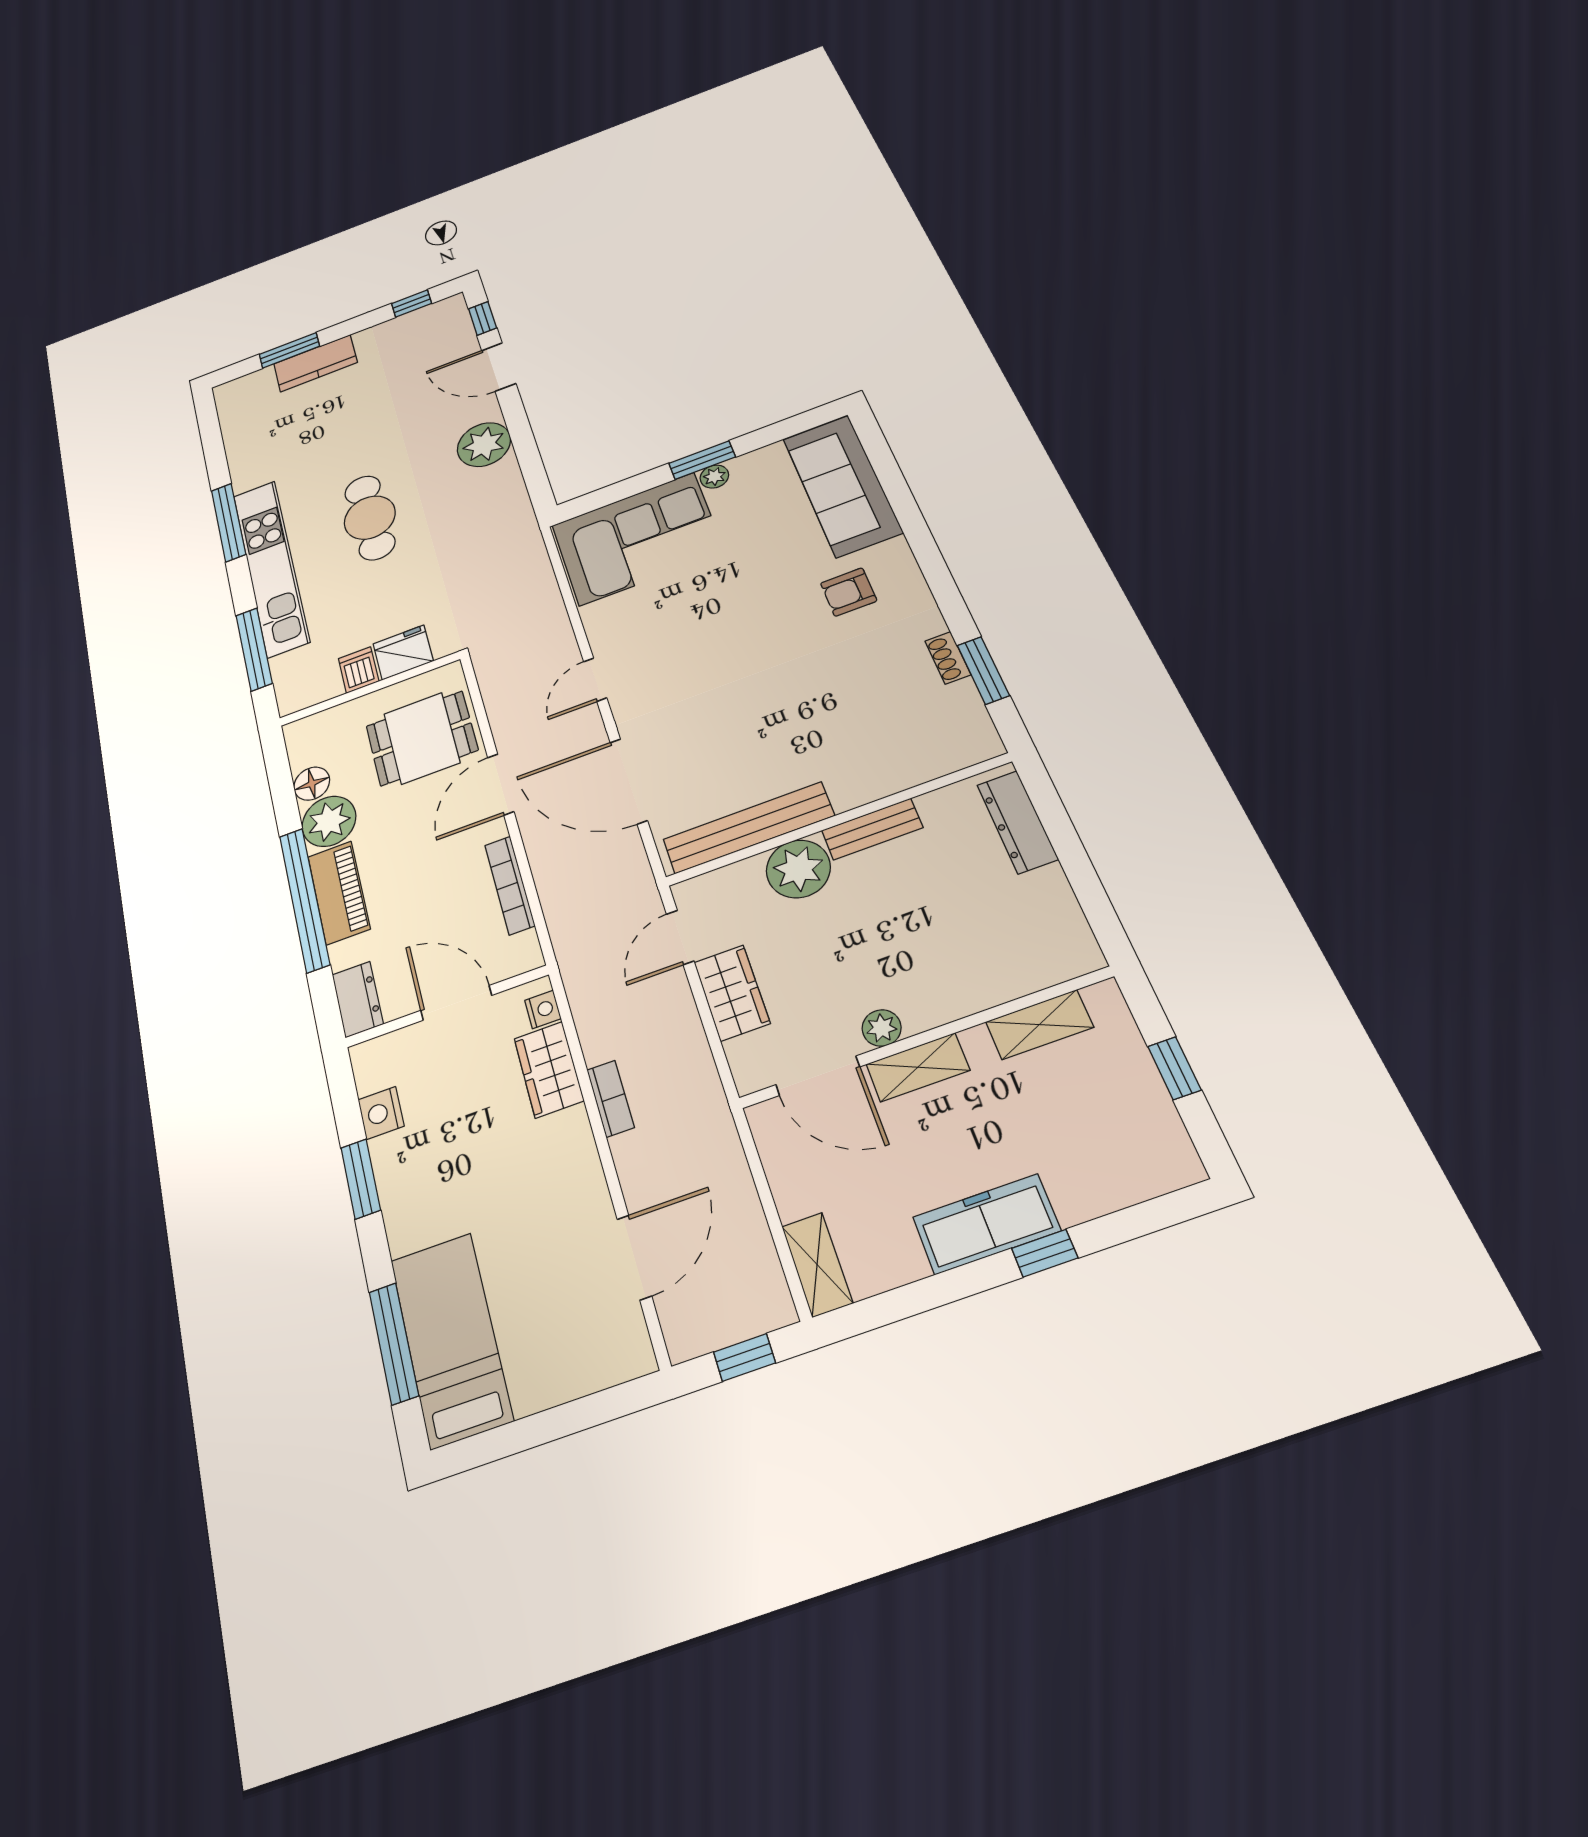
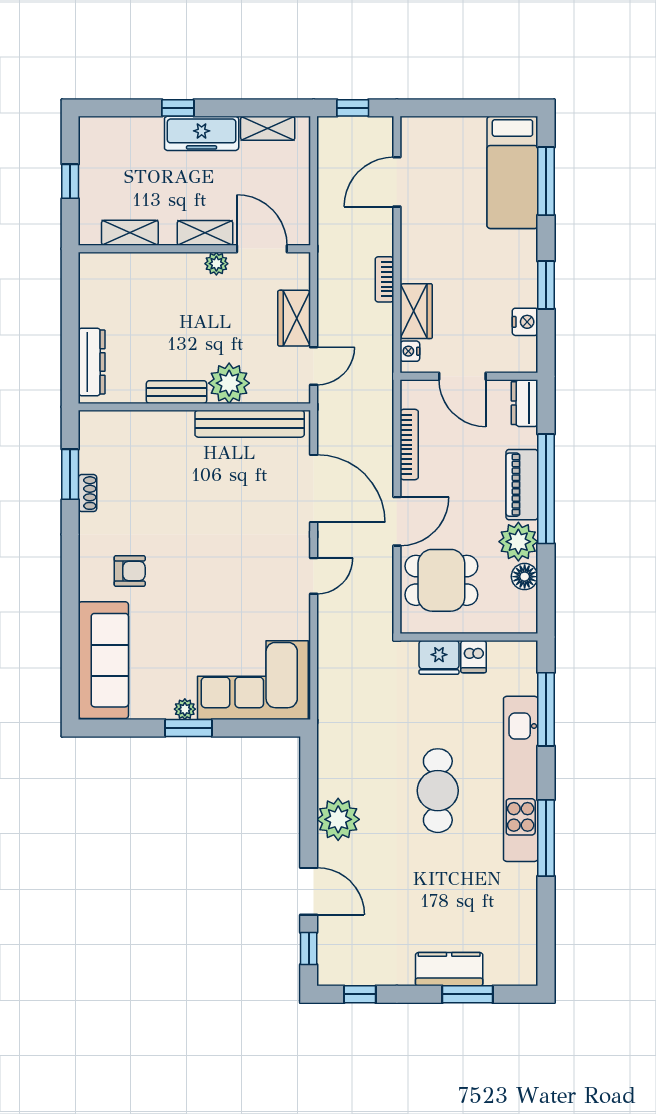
shelving: (817, 1265) -> (268, 128), moved, turned 90

